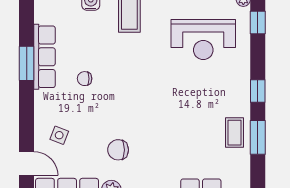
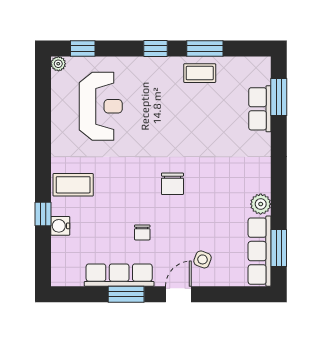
chair: (118, 150) -> (172, 184), moved
door: (27, 164) -> (178, 294), moved

